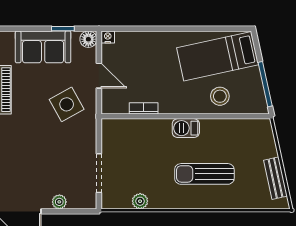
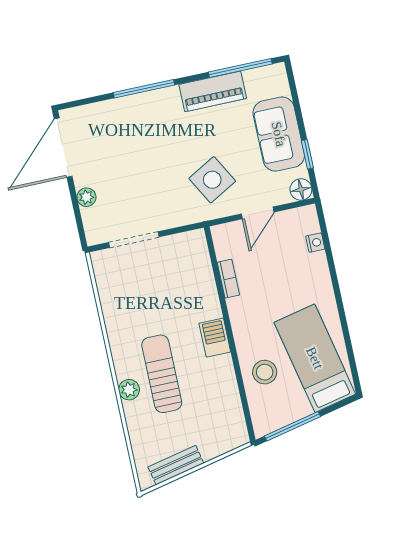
nightstand: (108, 37) -> (315, 243), moved
plant: (140, 201) -> (129, 390), moved

